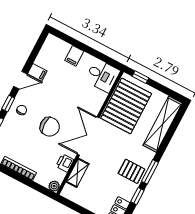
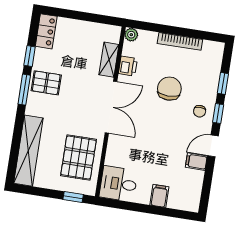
pallet: (126, 106) -> (79, 158), width x0.73, depth x0.71
chair: (50, 127) -> (169, 89), moved, turned 90

